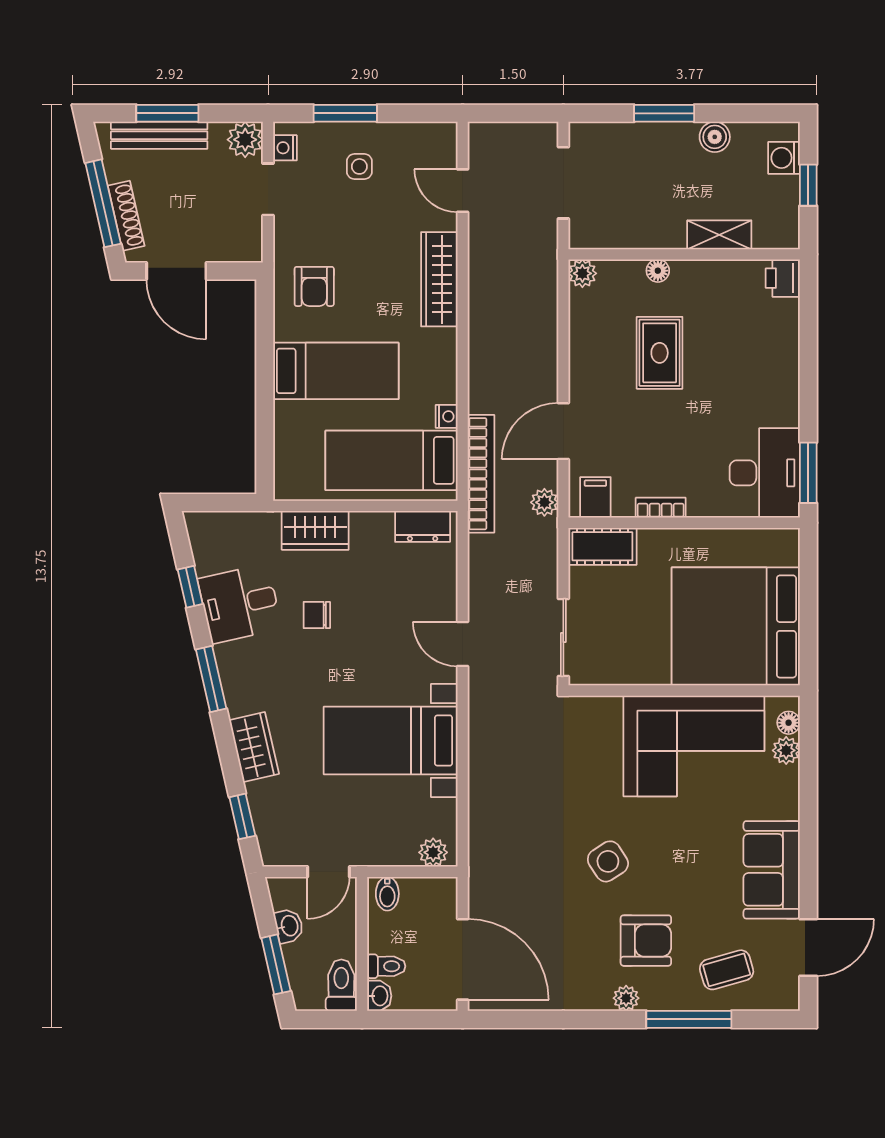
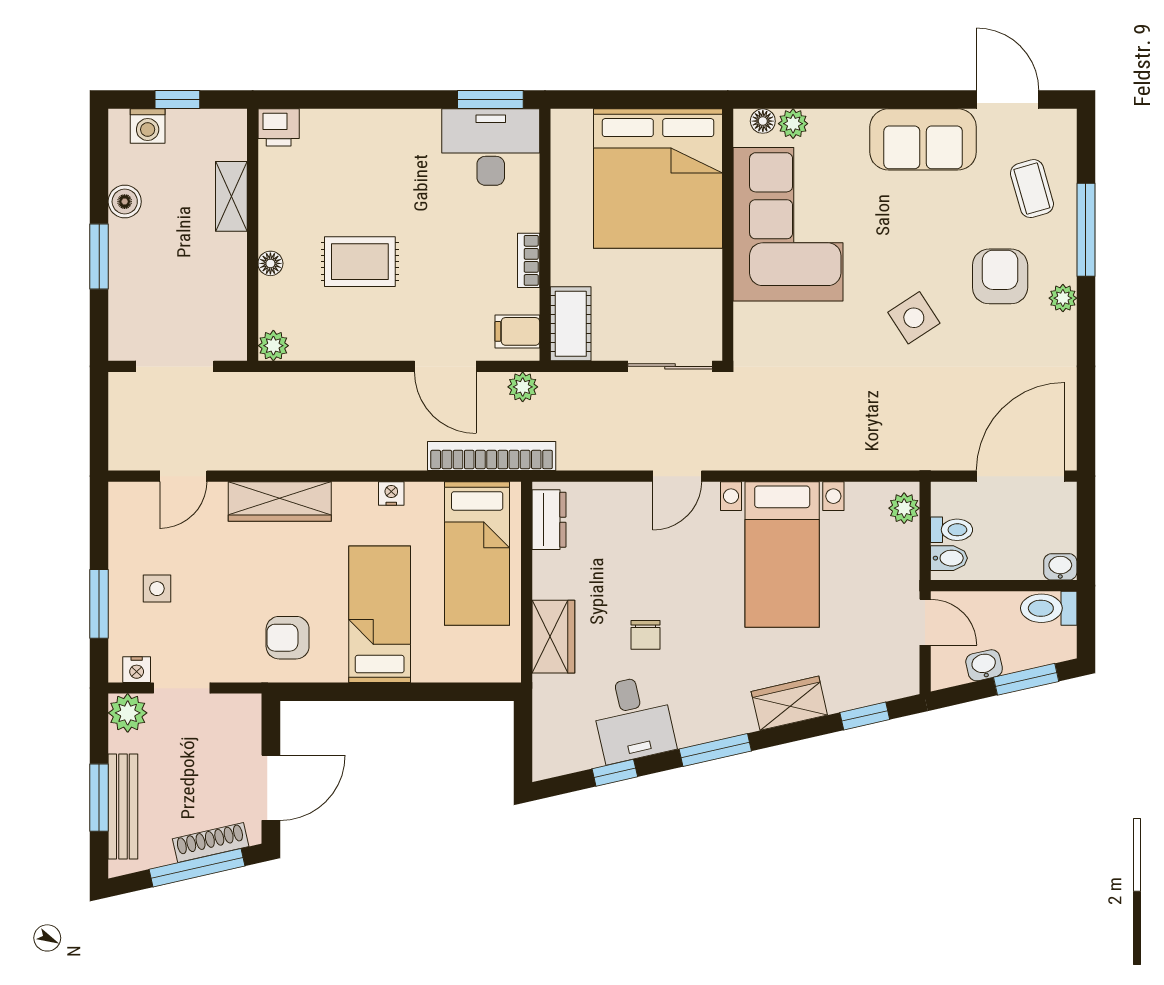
armchair: (314, 286) -> (288, 638), turned 180
nightstand: (447, 416) -> (391, 493), moved
toilet: (386, 966) -> (952, 530), moved, turned 90

